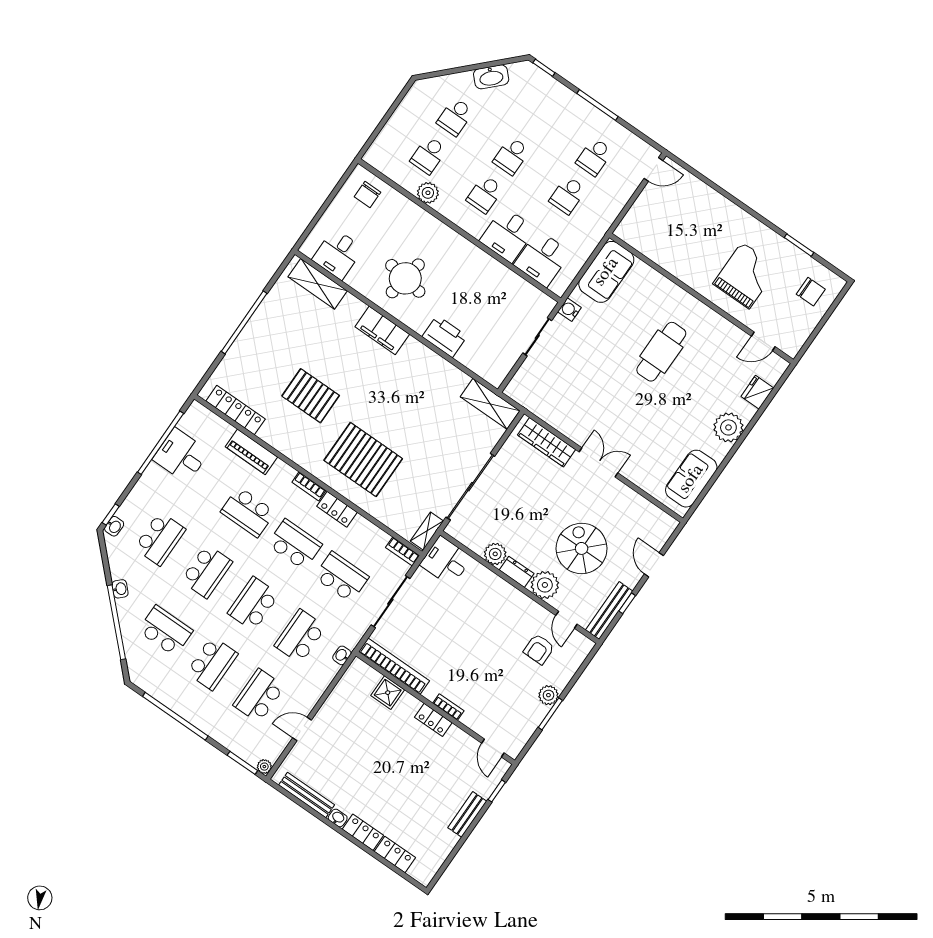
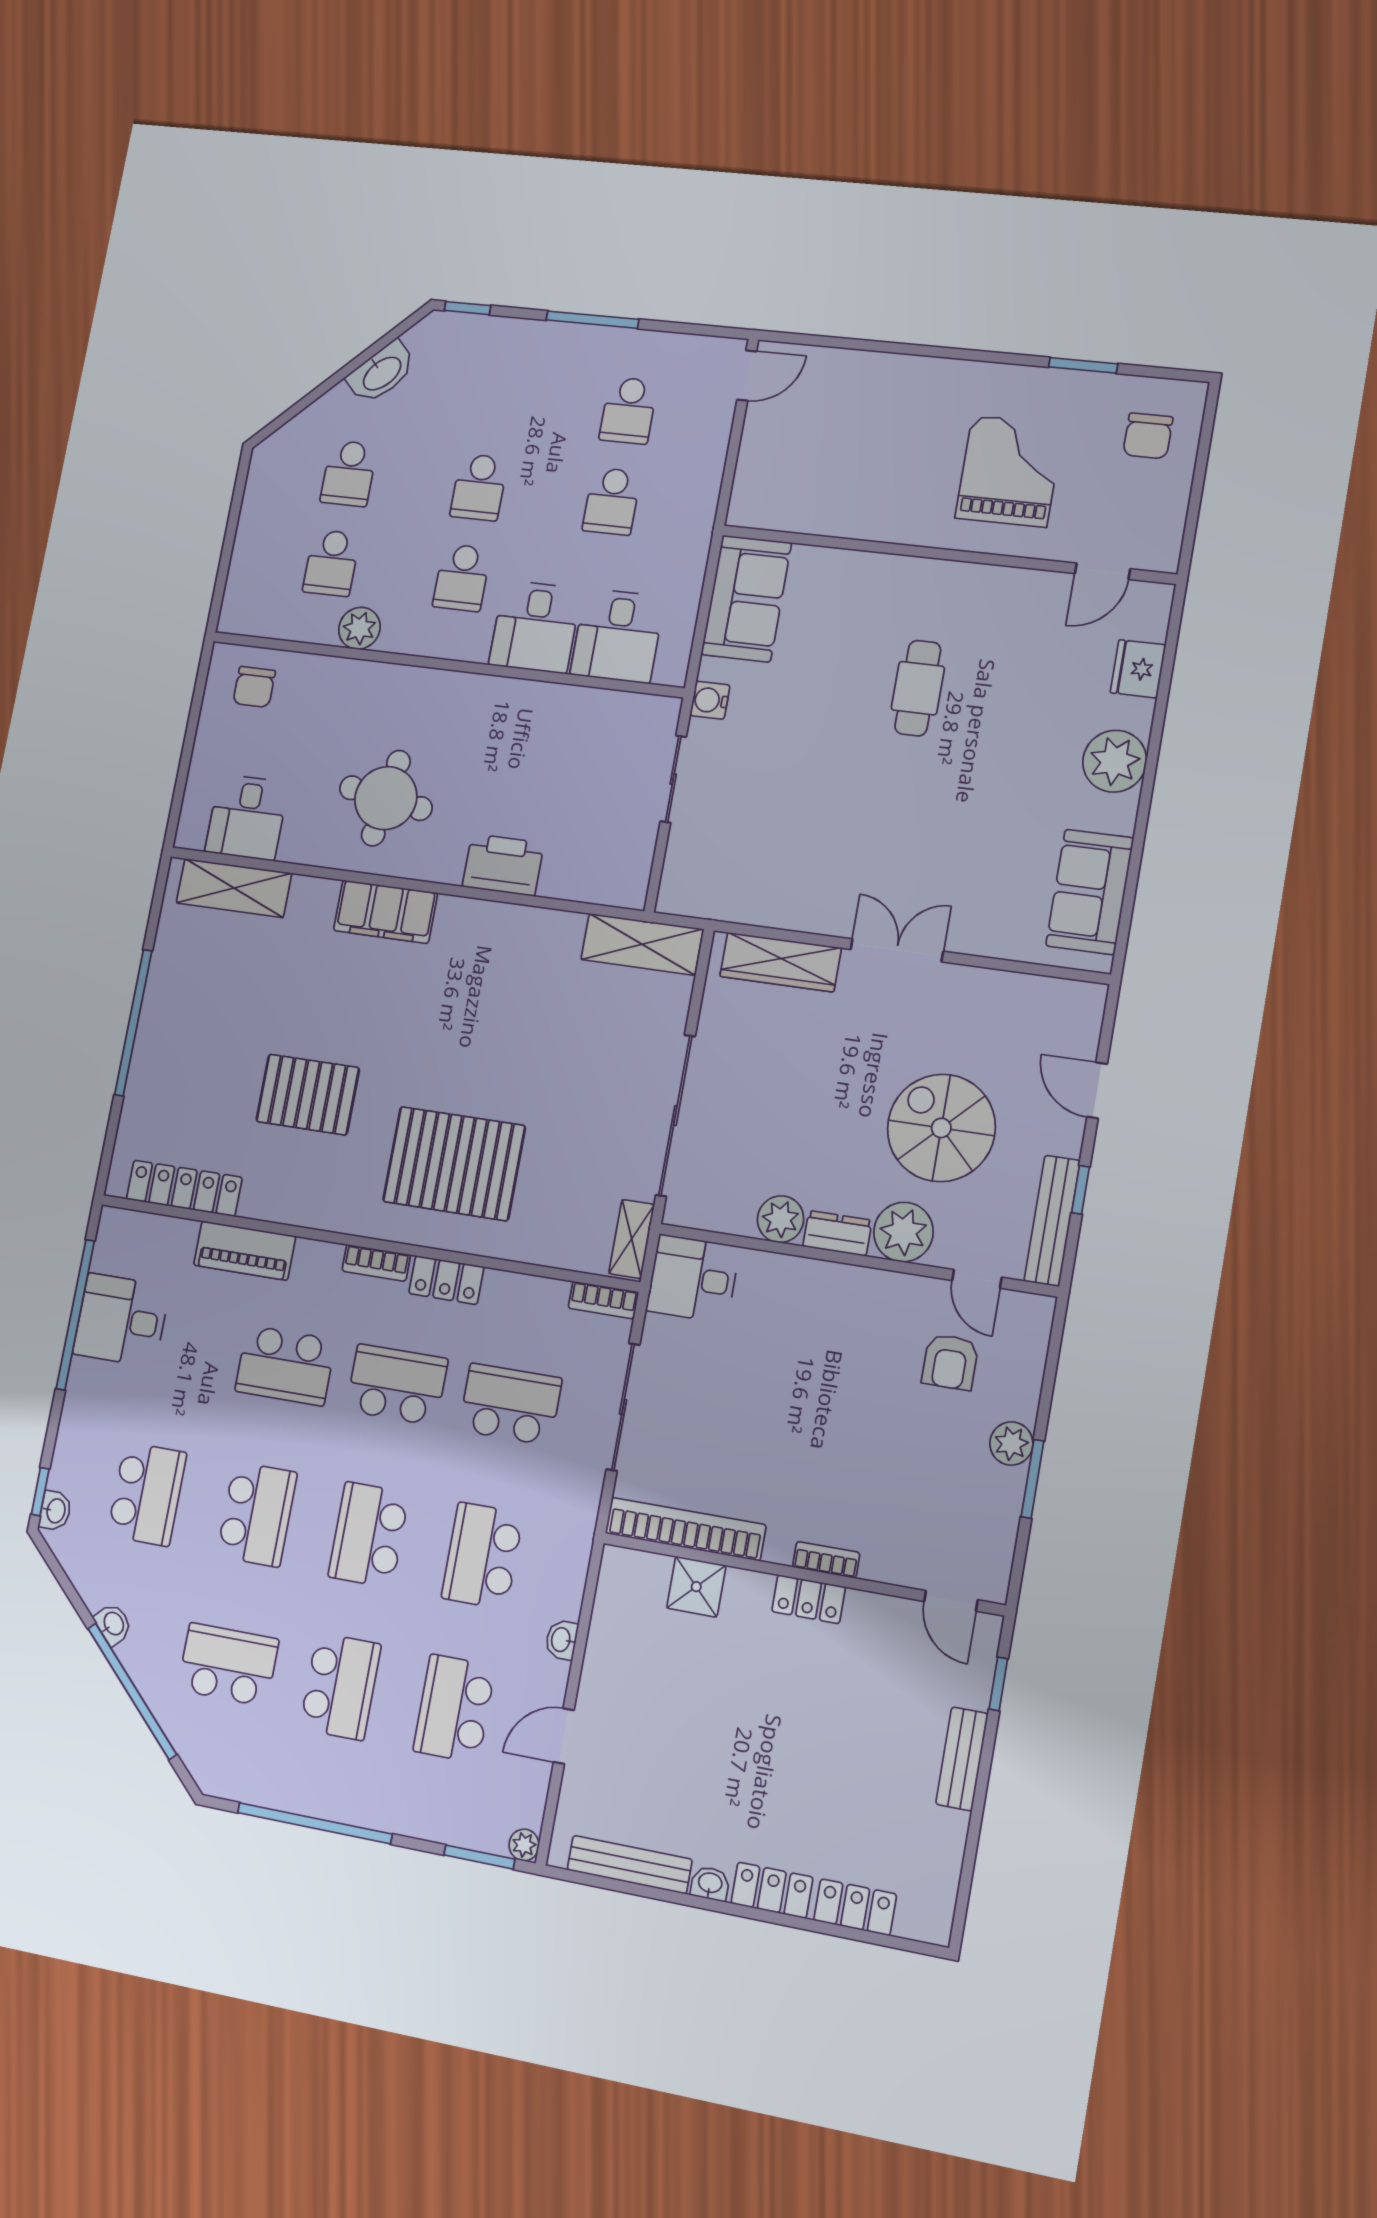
chair: (811, 292) -> (1148, 436), turned 90
cafe table: (661, 352) -> (918, 688), width x0.73, depth x0.74
washbasin: (342, 655) -> (562, 1640), moved

